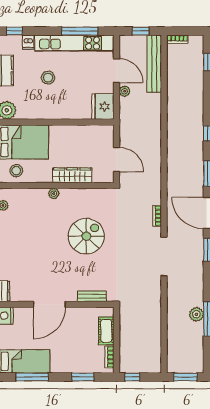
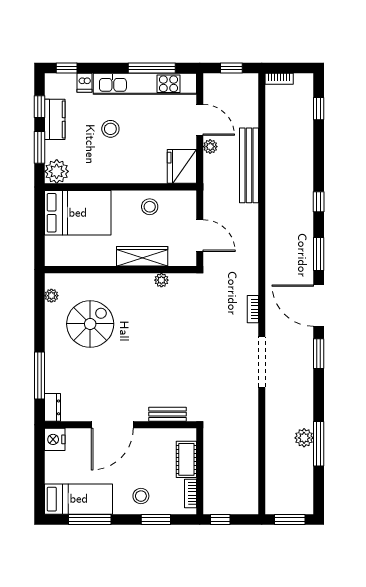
bench: (154, 64) -> (249, 165), moved
stool: (16, 171) -> (150, 207), moved
plant: (54, 194) -> (161, 280), moved
spiral stairs: (86, 236) -> (90, 324), moved
stool: (71, 359) -> (141, 496), added

